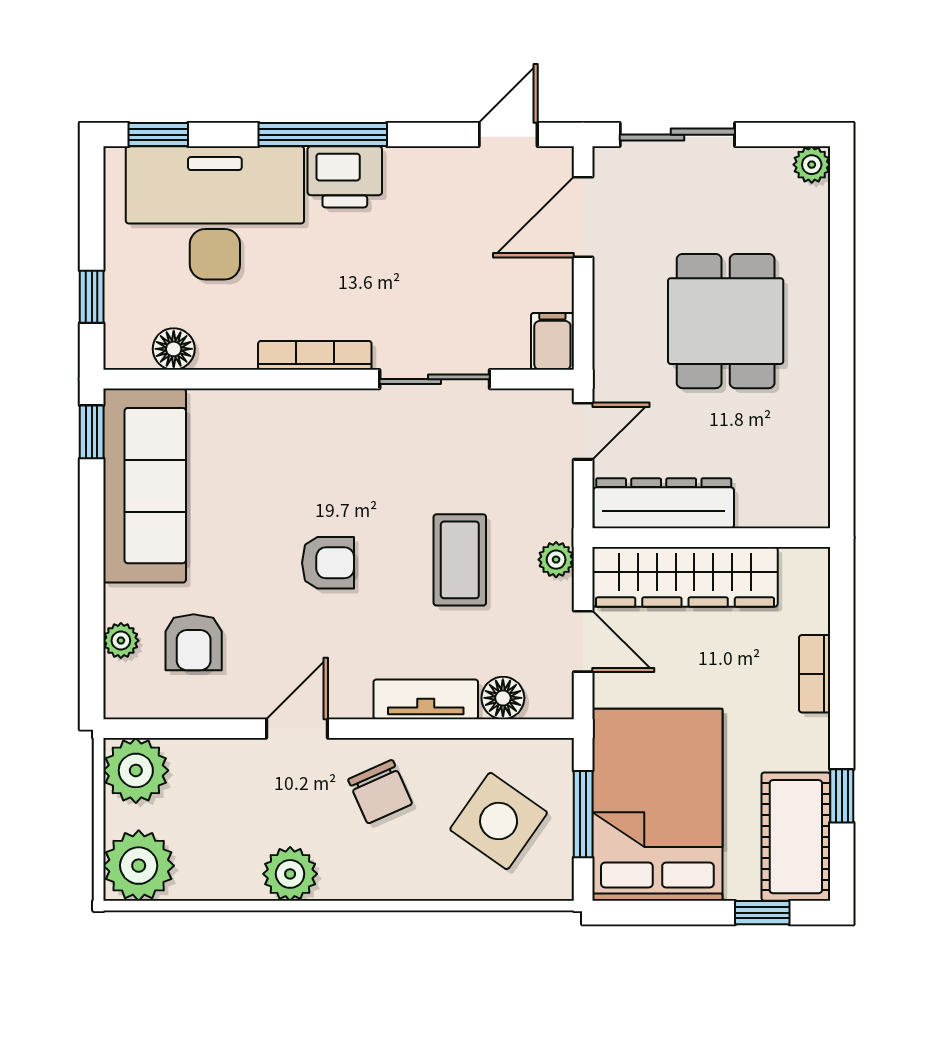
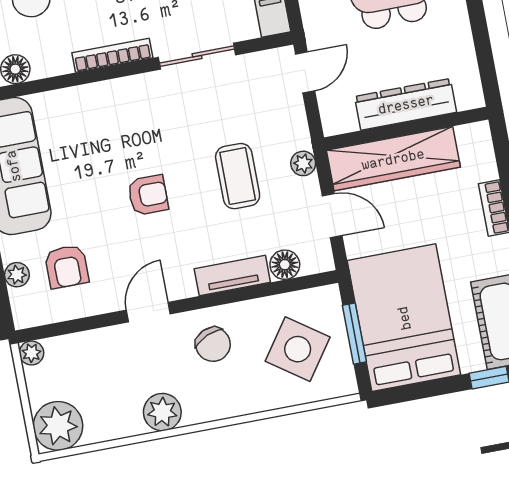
dresser: (664, 503) -> (406, 104), moved
plant: (136, 770) -> (31, 353), width x0.53, depth x0.53

